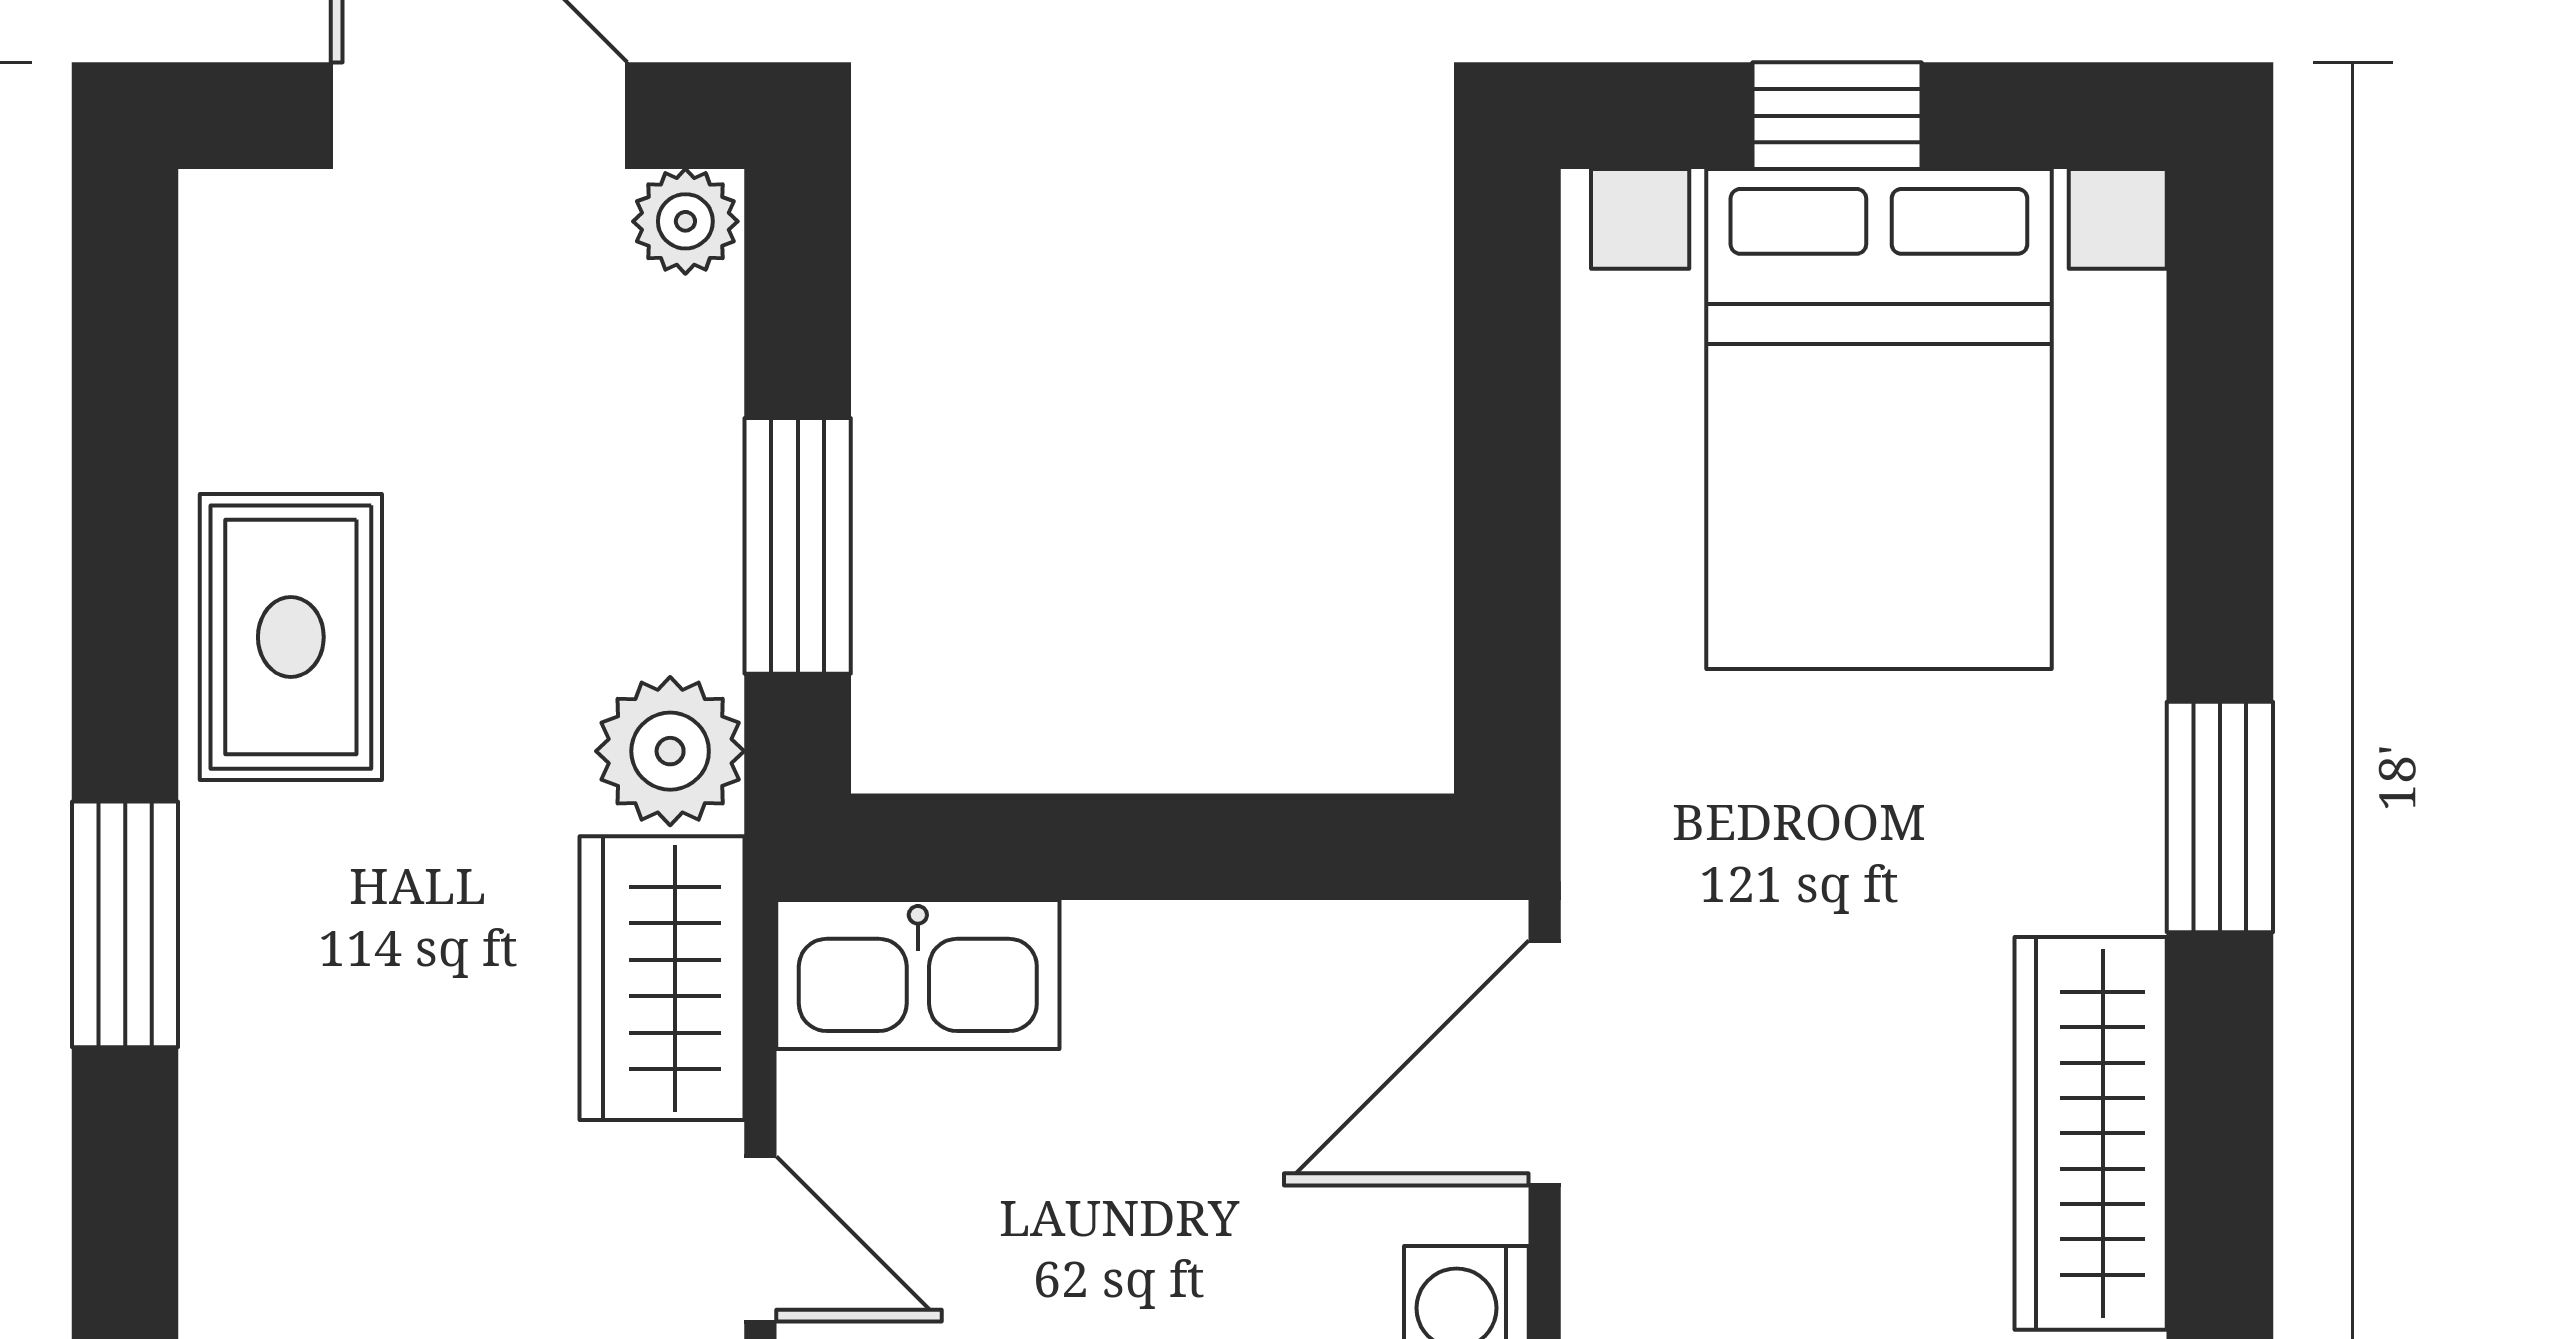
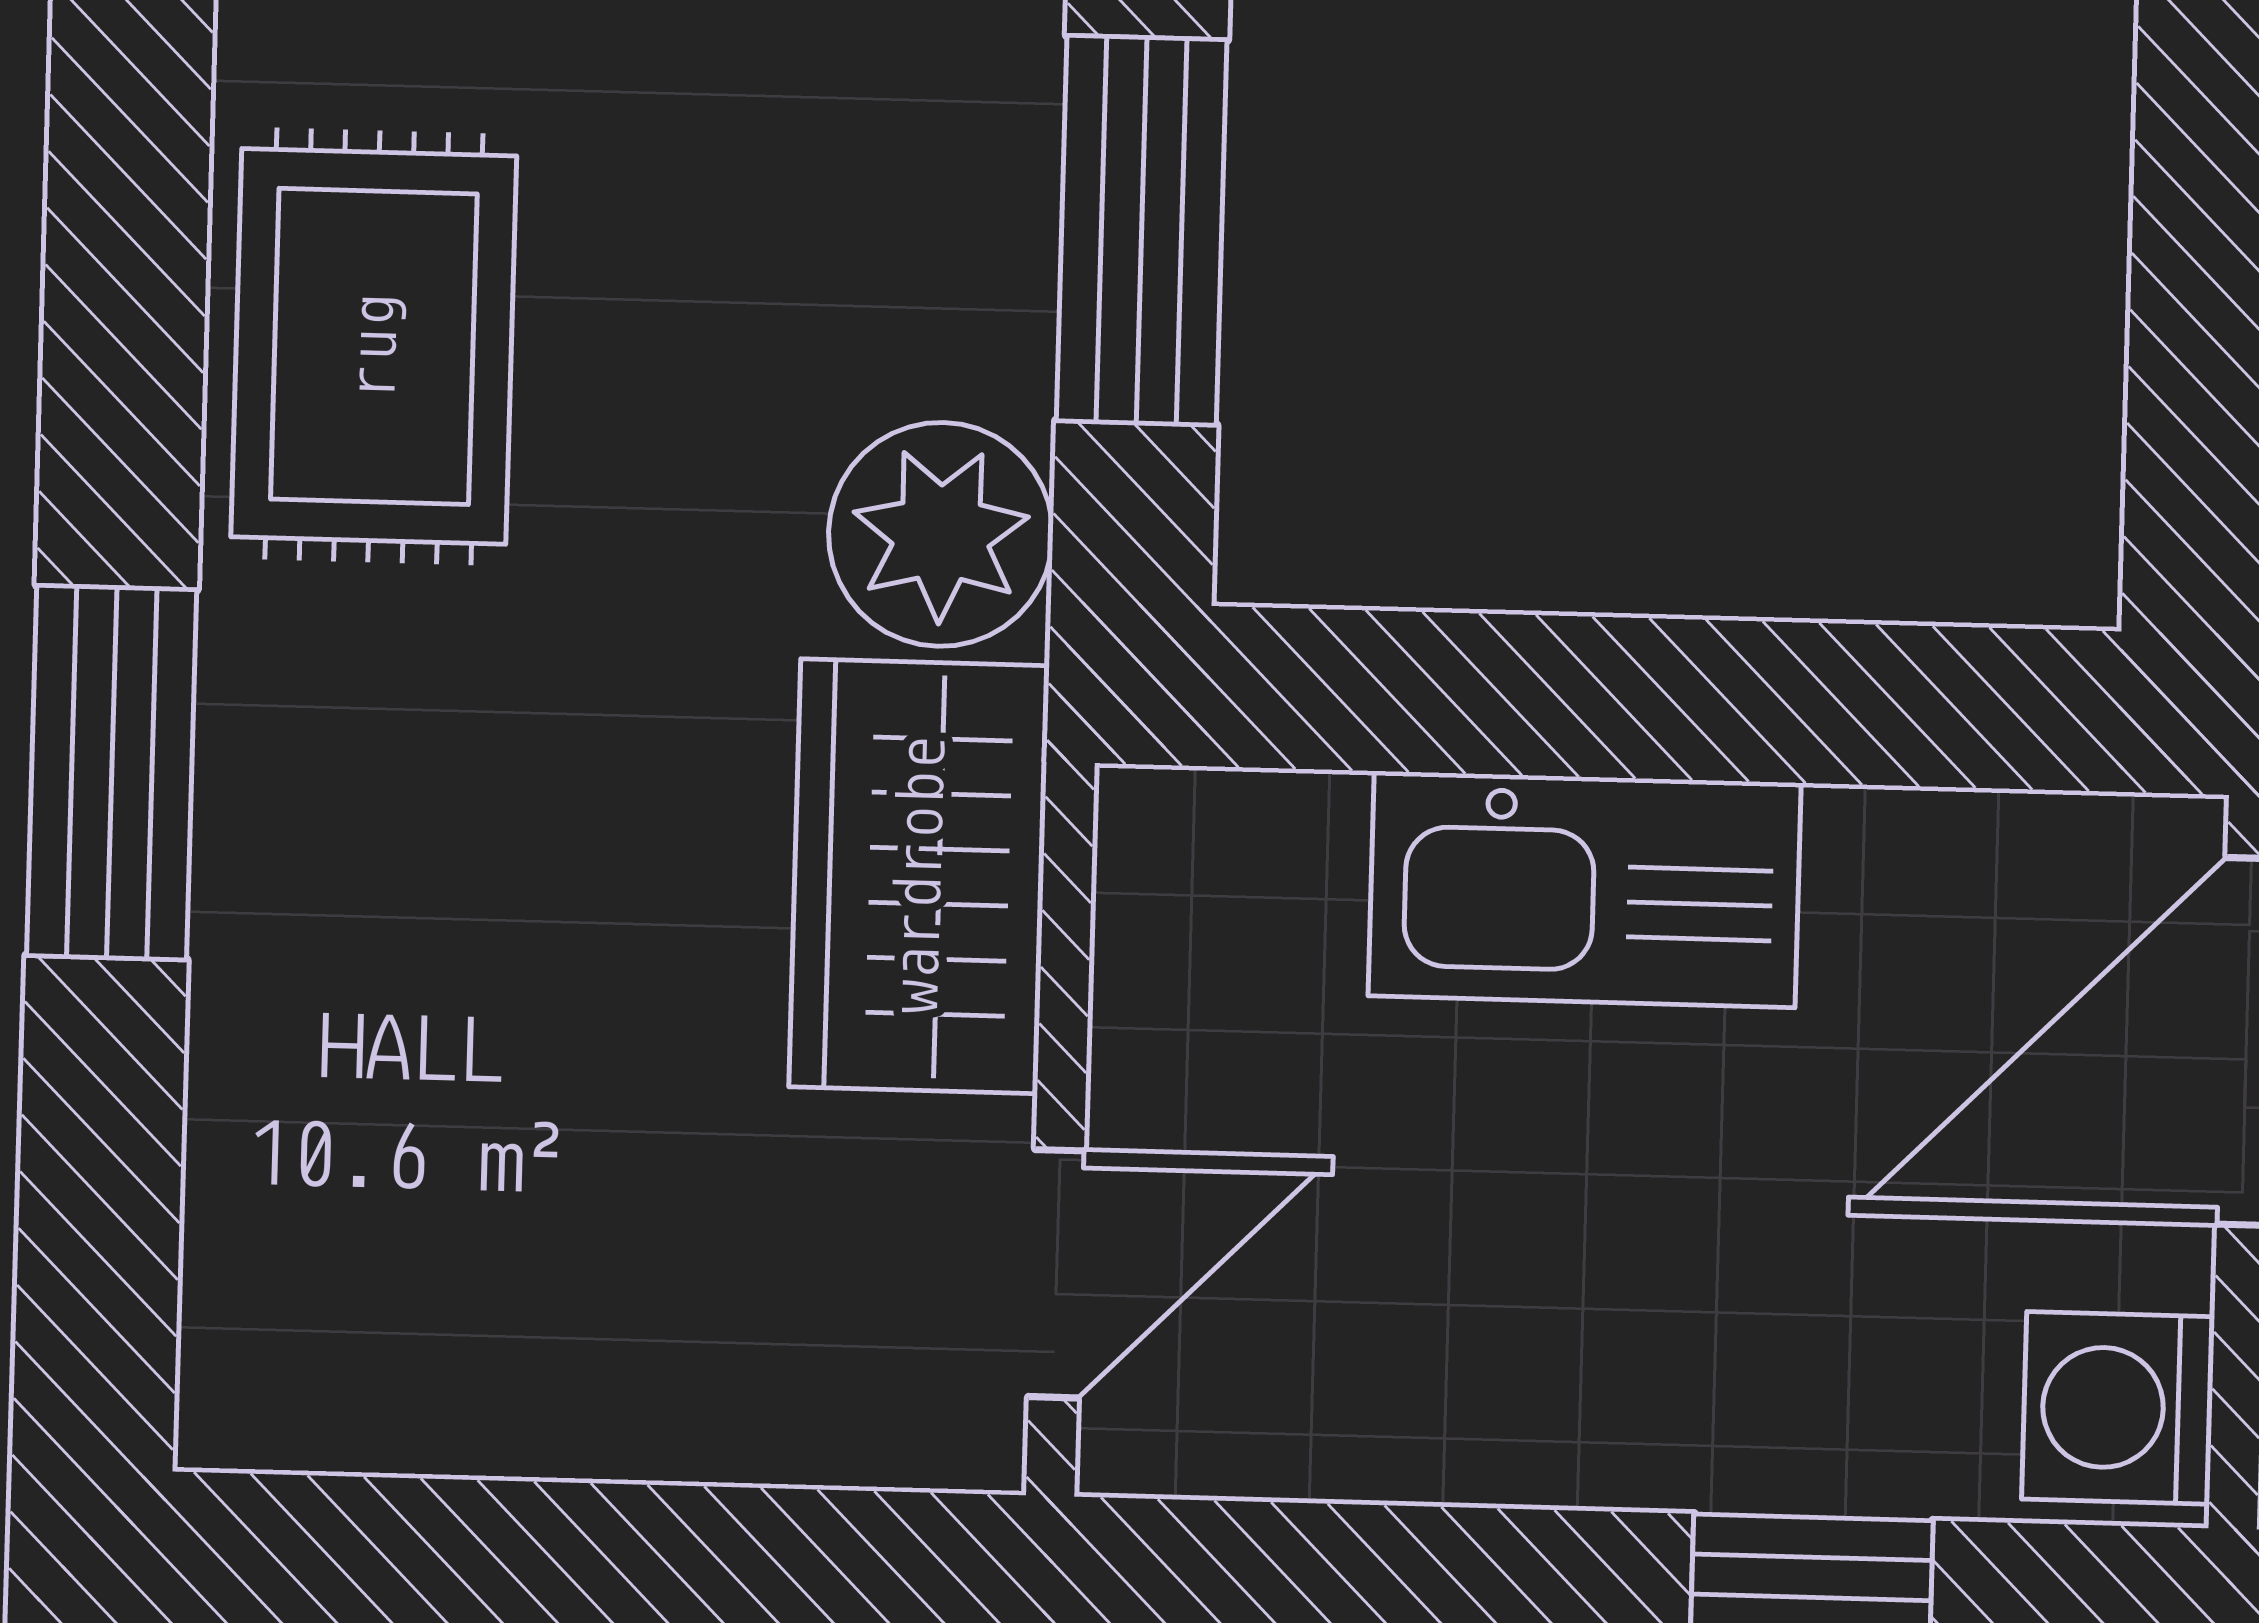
kitchen sink: (918, 975) -> (1585, 889), moved
door: (760, 1239) -> (1056, 1274), hinge flipped

